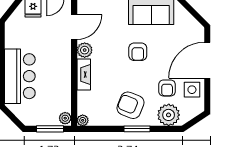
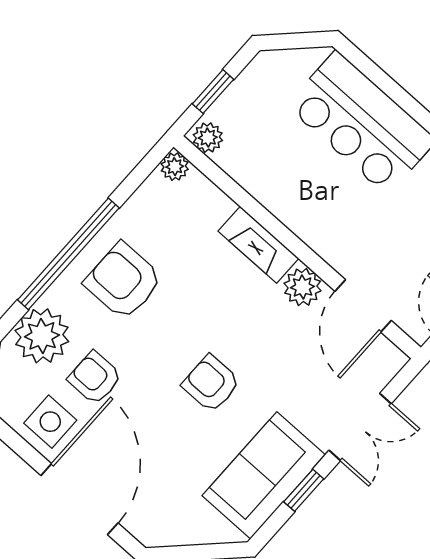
armchair: (131, 105) -> (123, 281), turned -112
window: (50, 129) -> (213, 92), width x0.67
window: (137, 129) -> (68, 254), width x2.11

